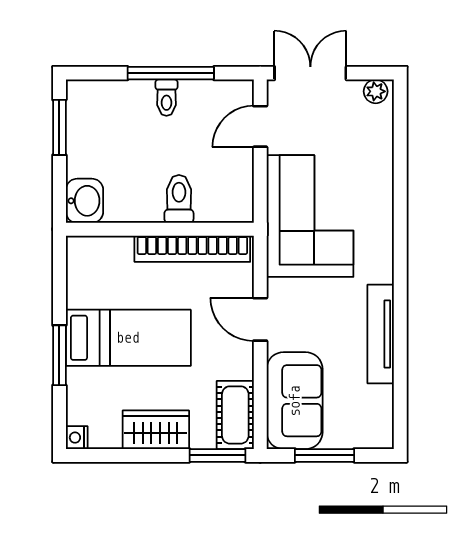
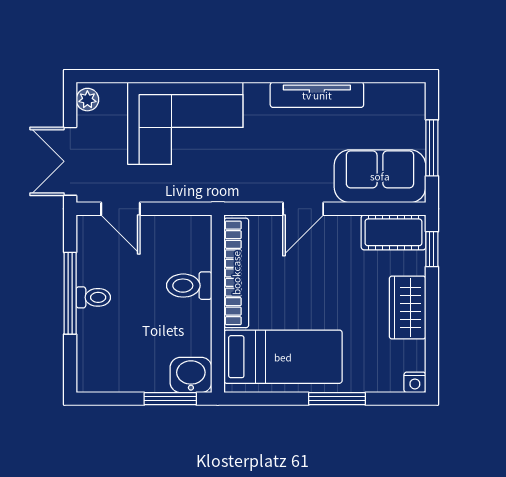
window: (59, 127) -> (170, 399), moved
corner sofa: (310, 216) -> (185, 123), moved, turned 180
bed: (128, 338) -> (283, 357), moved, turned 90
window: (217, 455) -> (432, 249), width x0.67

